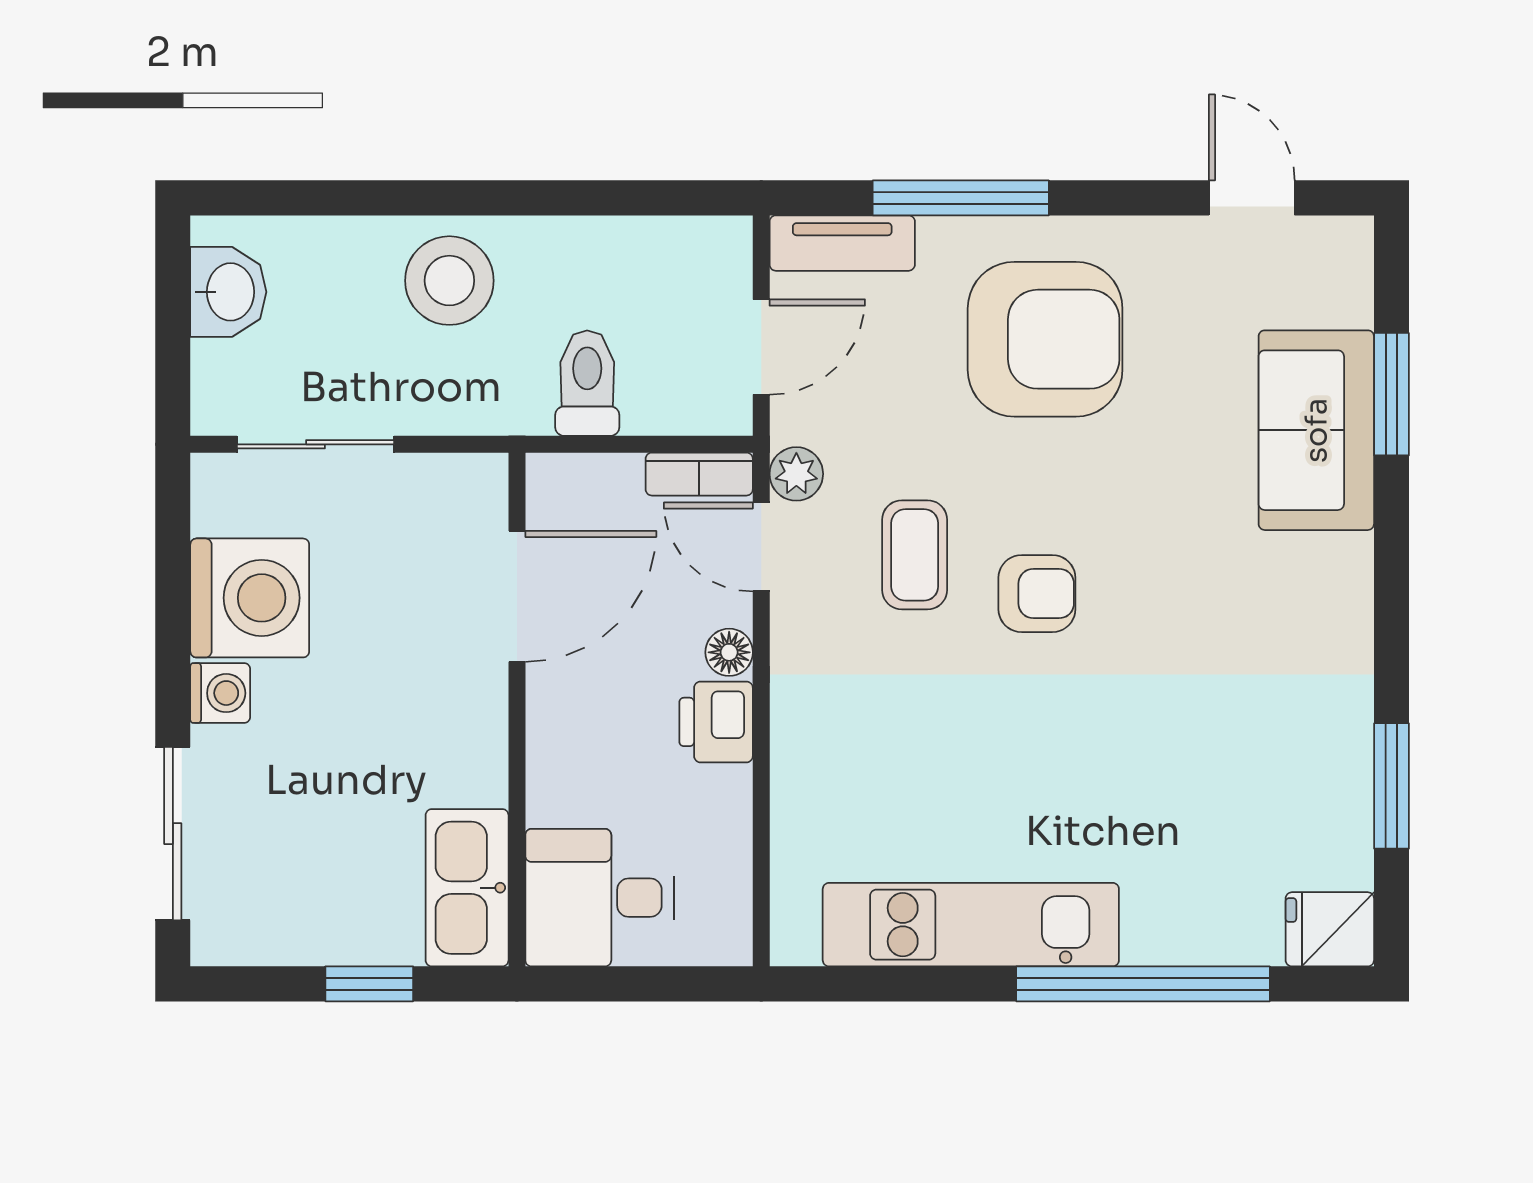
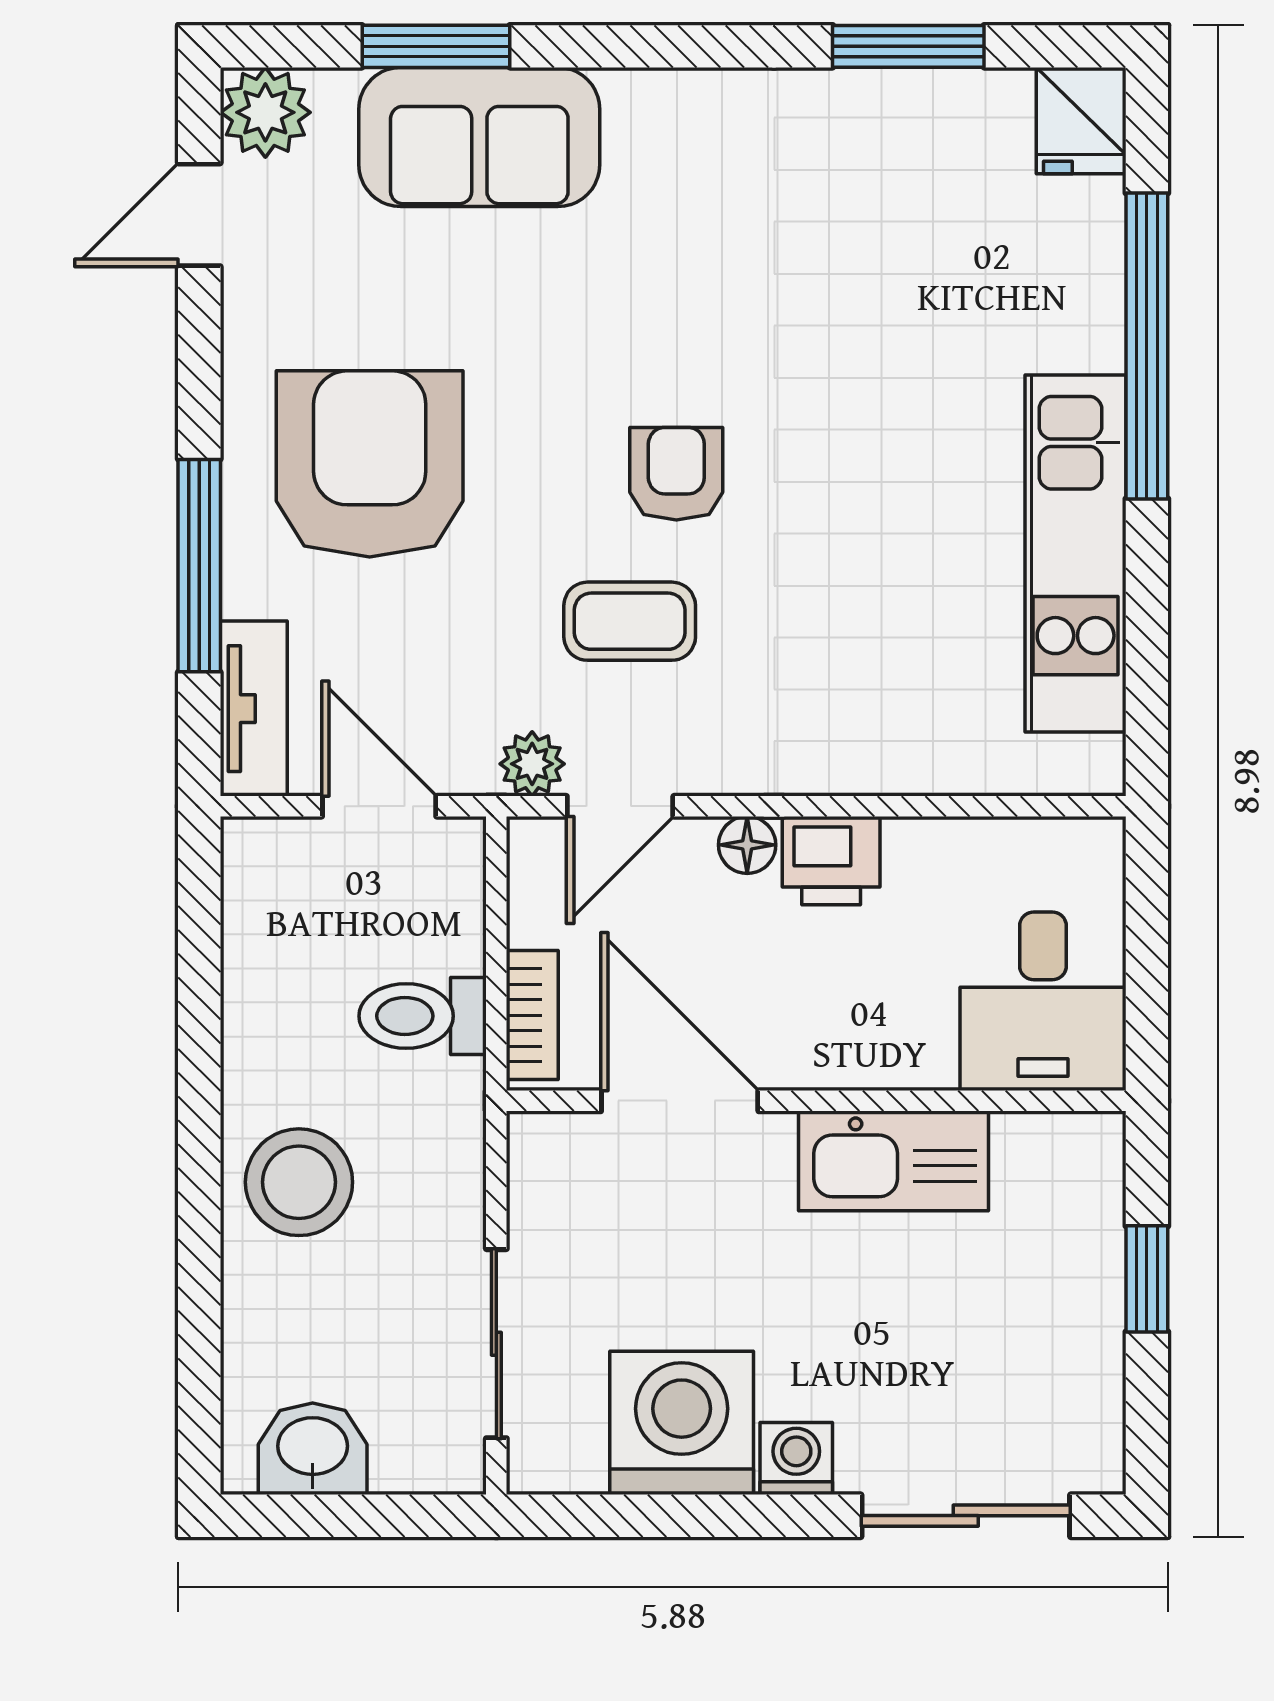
plant: (1337, 253) -> (265, 112), added
bookcase: (699, 474) -> (532, 1015), moved
kitchen sink: (467, 888) -> (894, 1161), moved

